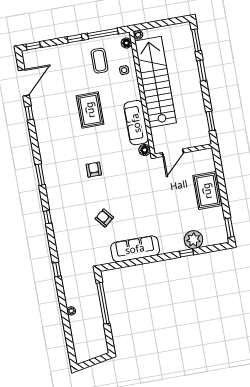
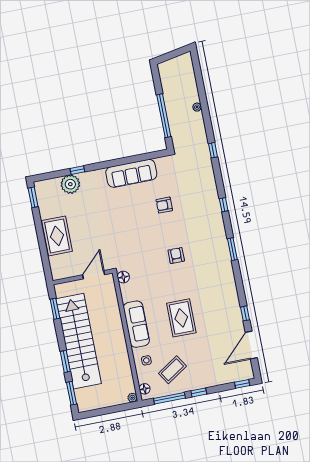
coffee table: (99, 61) -> (172, 370), turned 57
stairs: (156, 82) -> (79, 341), moved, turned 180
sofa: (136, 123) -> (136, 324), moved
armchair: (94, 170) -> (176, 256), turned 180
armchair: (104, 218) -> (164, 205), turned 129

